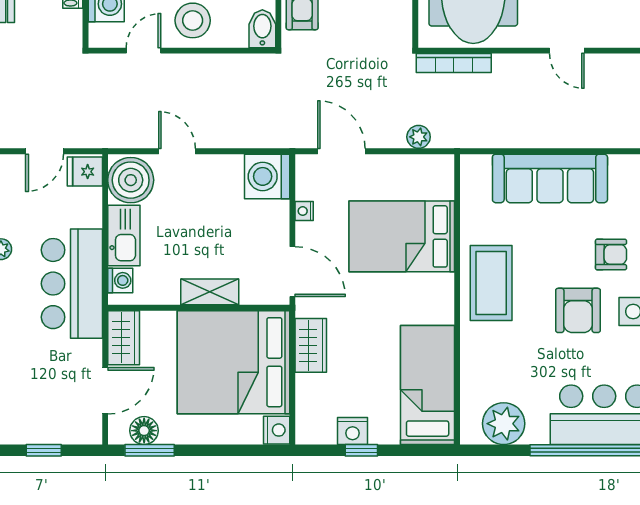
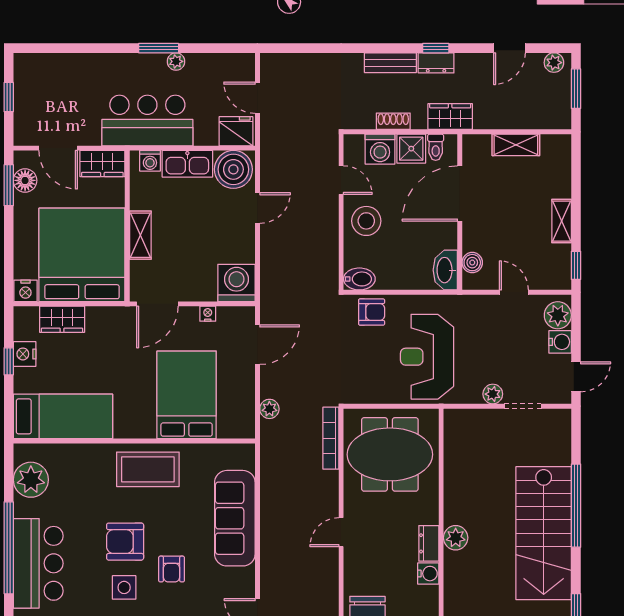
fridge: (85, 172) -> (236, 131), width x1.38
wardrobe: (311, 345) -> (62, 319), moved

